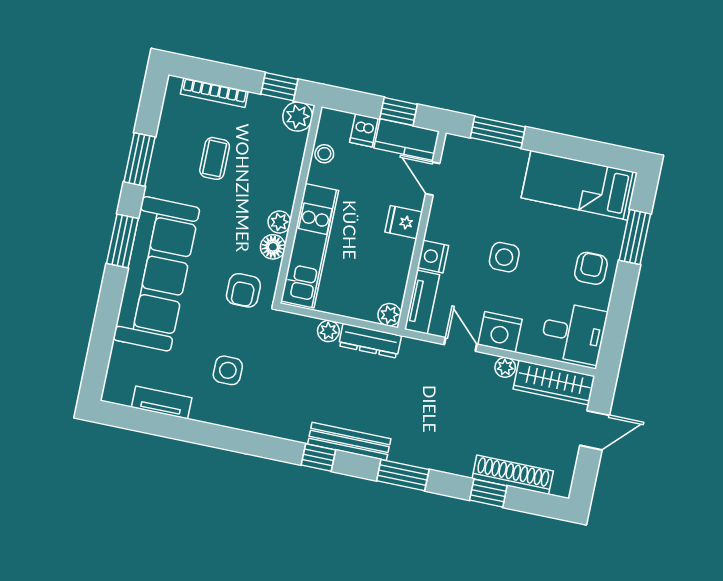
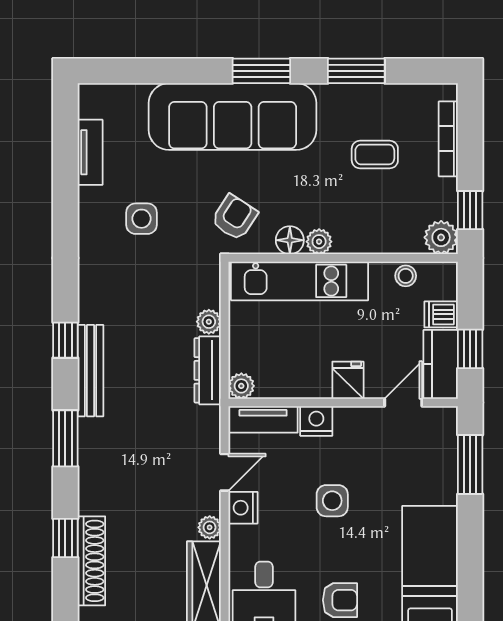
armchair: (243, 290) -> (234, 217), turned 123
nightstand: (500, 332) -> (243, 508), width x0.74, depth x0.75

